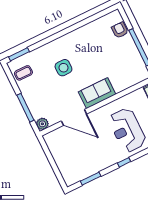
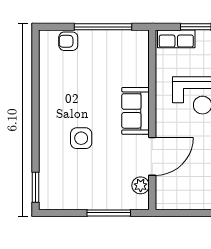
coffee table: (23, 73) -> (63, 193), removed
plant: (42, 124) -> (141, 185), moved

